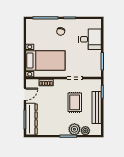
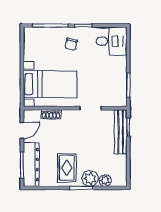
desk: (90, 39) -> (112, 41), moved
rug: (75, 102) -> (67, 168), moved
bench: (97, 107) -> (121, 132), moved

